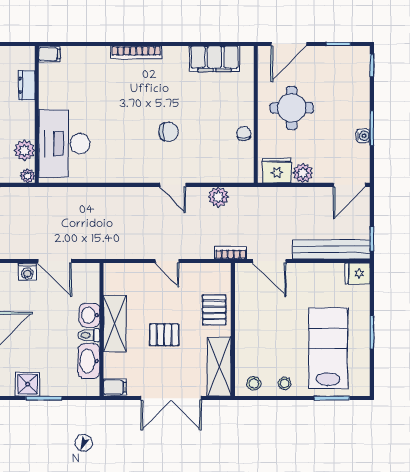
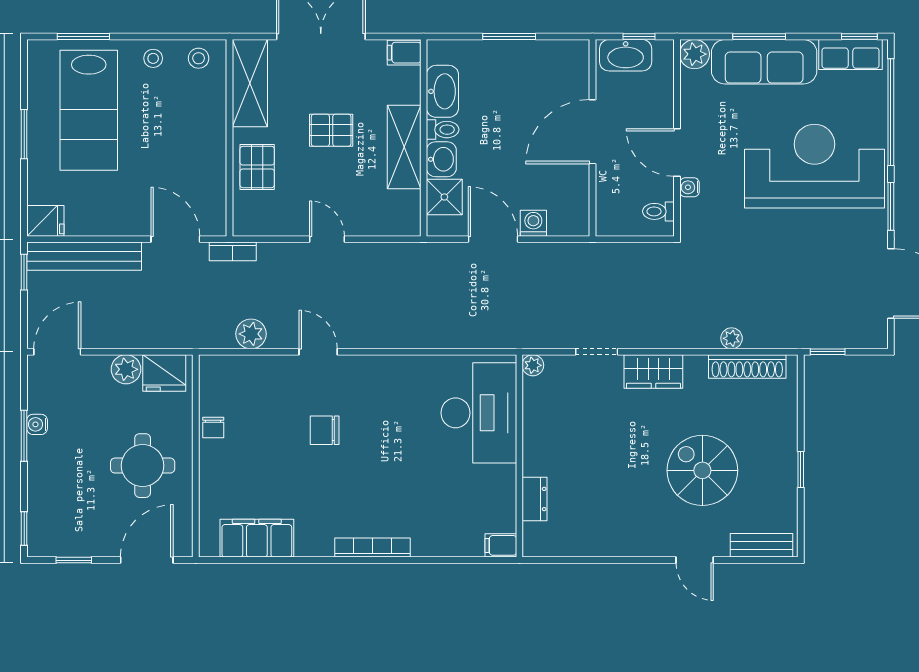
plant: (24, 150) -> (538, 403), removed
shower: (28, 384) -> (444, 197), moved

